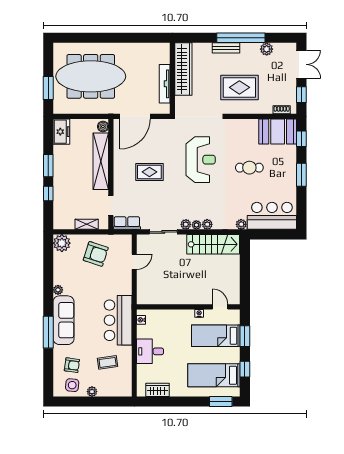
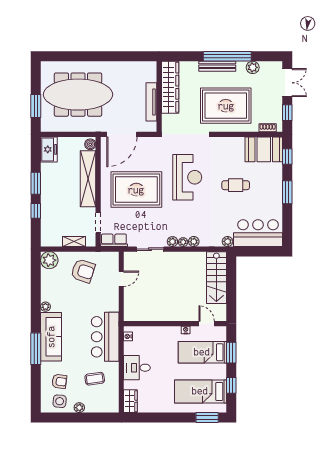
bench: (226, 48) -> (217, 66), width x1.36
rug: (239, 87) -> (226, 106), width x1.37, depth x1.44
rug: (149, 172) -> (136, 190), width x1.86, depth x2.06
stairs: (213, 244) -> (216, 278), moved, turned 90
wardrobe: (157, 390) -> (130, 401), moved, turned 90

